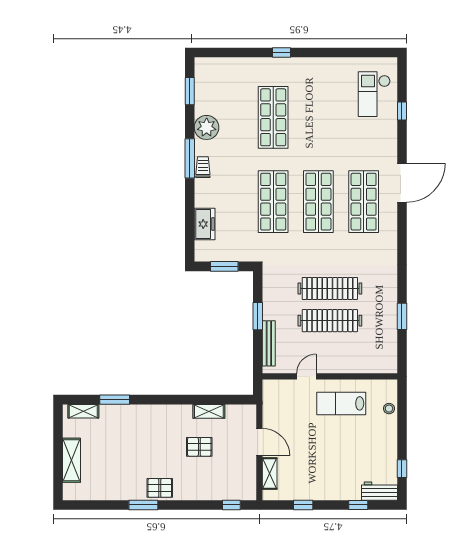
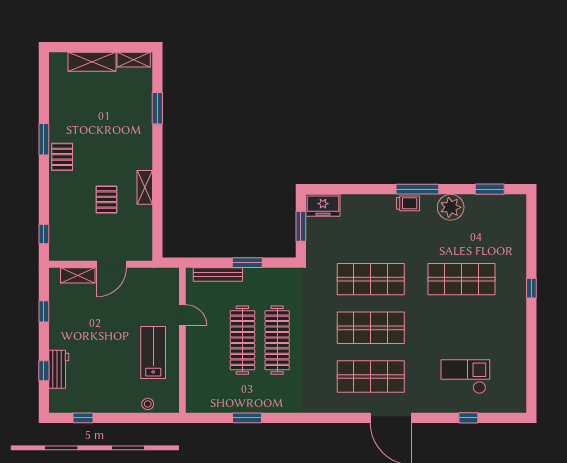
checkout: (374, 94) -> (465, 377), moved
freezer: (205, 224) -> (323, 205), moved
shelving: (83, 411) -> (134, 60), moved, turned 90
shelving: (209, 411) -> (145, 187), moved
workbench: (379, 491) -> (59, 369), moved

